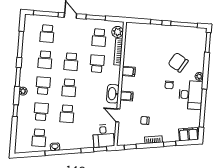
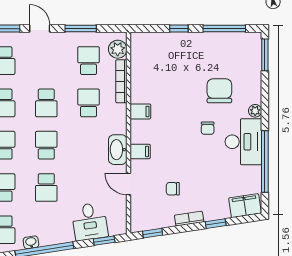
school desk: (99, 38) -> (89, 61), turned 180
chair: (178, 62) -> (219, 91), turned 59
school desk: (69, 88) -> (46, 145), turned 180
desk: (103, 136) -> (90, 222), moved

